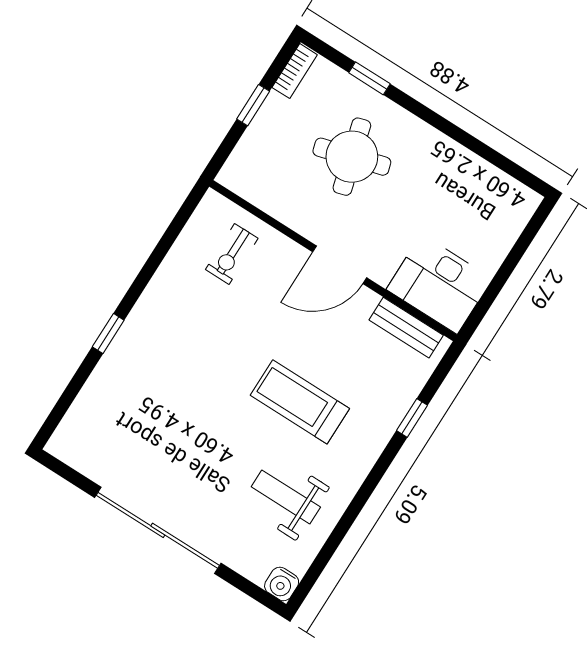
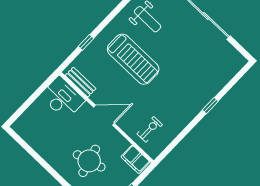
filing cabinet: (250, 181) -> (135, 159), added
treadmill: (300, 402) -> (133, 59), width x1.37, depth x1.38

